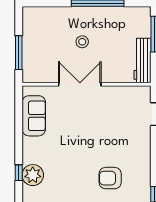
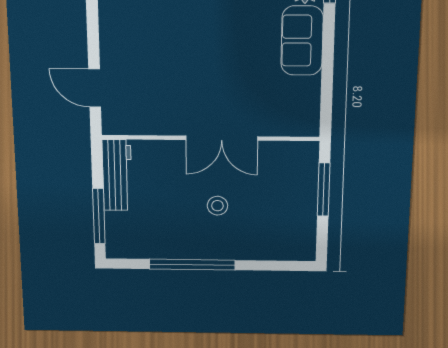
sofa: (34, 116) -> (302, 41), moved

